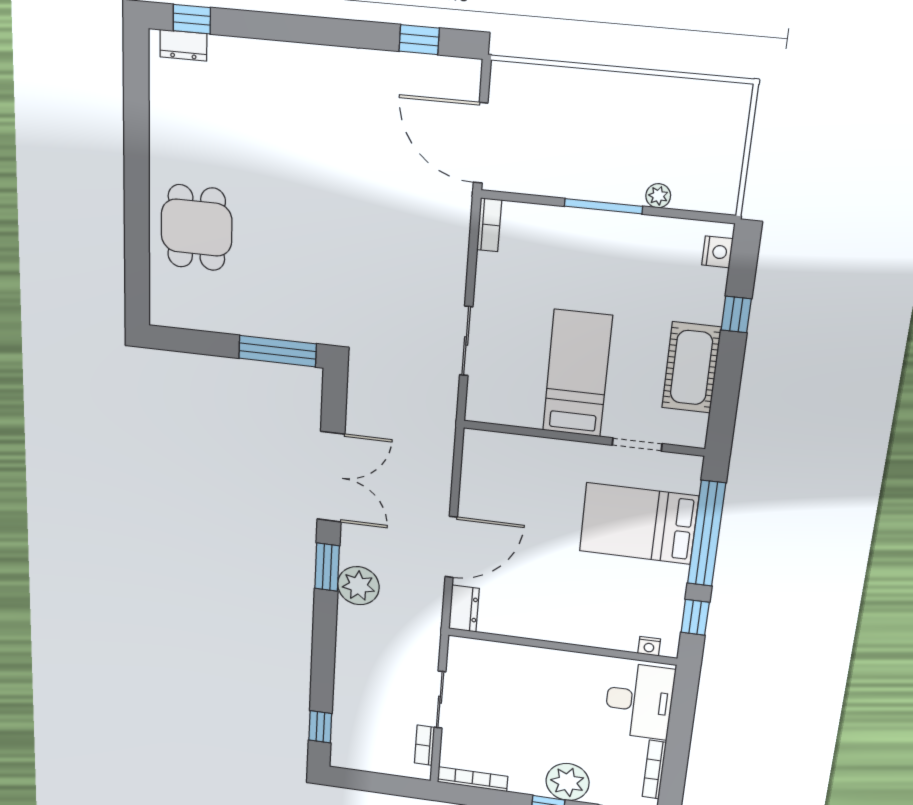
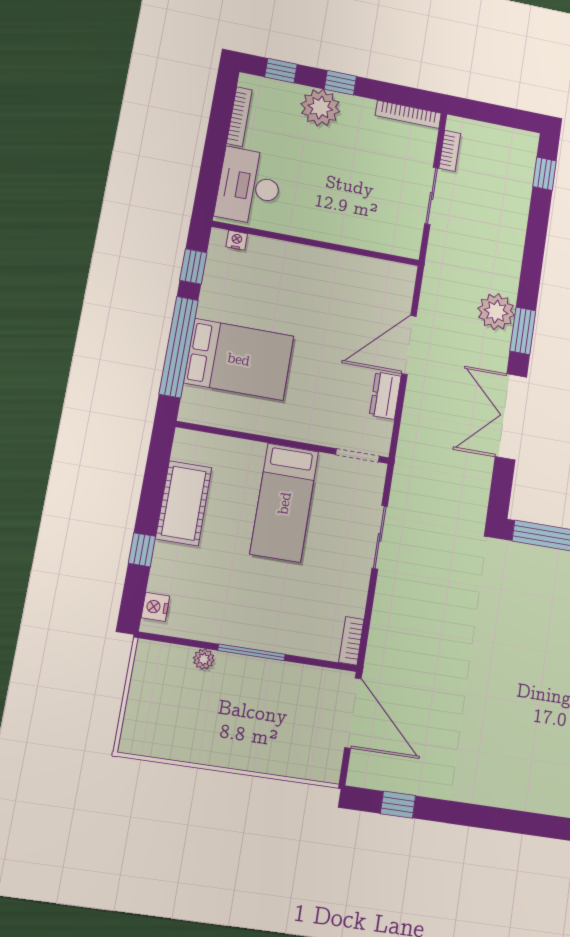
doorway: (637, 444) -> (357, 455), moved
dresser: (464, 609) -> (385, 396), moved

